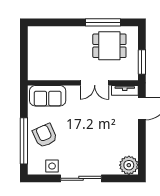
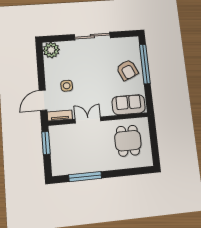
dining table: (109, 46) -> (128, 141), moved, turned 90
side table: (52, 166) -> (67, 86), moved

